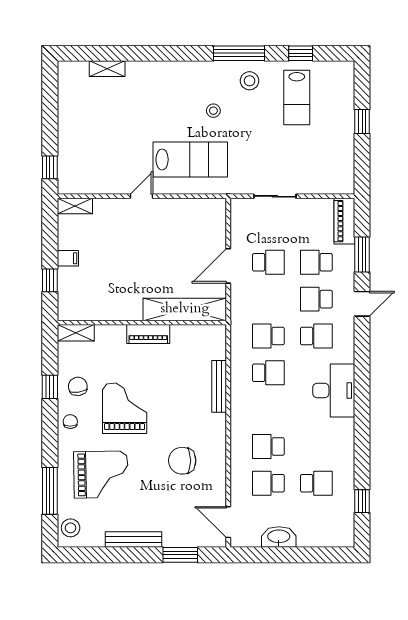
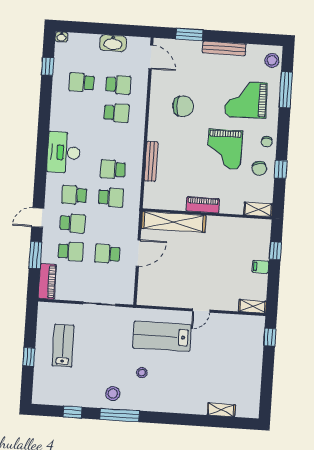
lab bench: (297, 97) -> (63, 346), moved
washbasin: (346, 541) -> (61, 37), added

